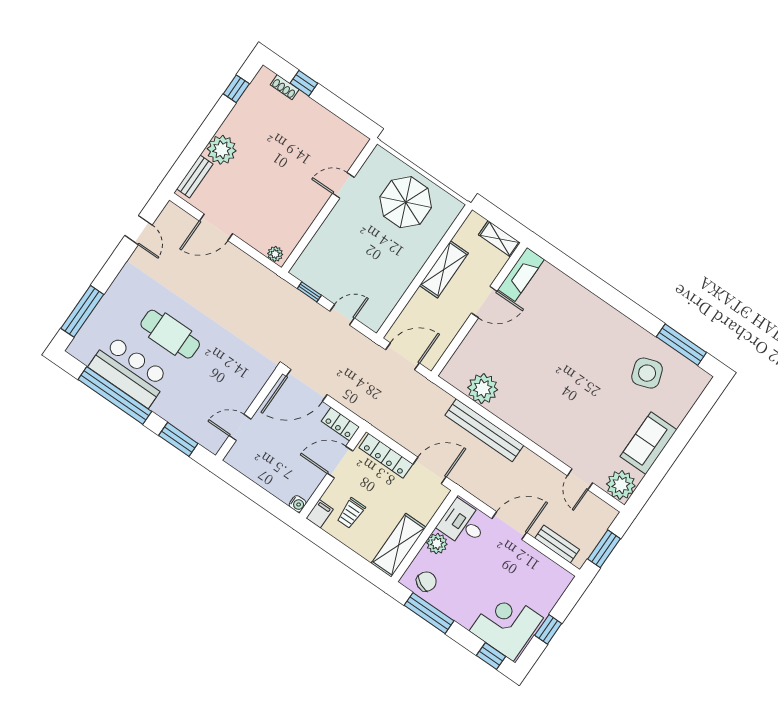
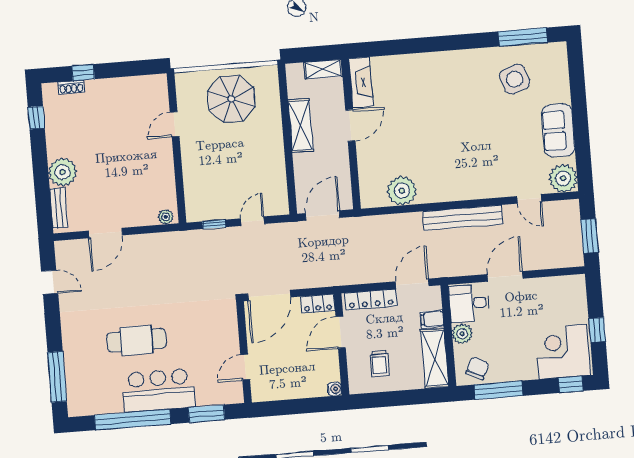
bar counter: (129, 371) -> (159, 390), moved
bench: (484, 430) -> (463, 218), moved
filing cabinet: (320, 514) -> (432, 319), moved, turned -90
bench: (557, 544) -> (552, 261), removed

